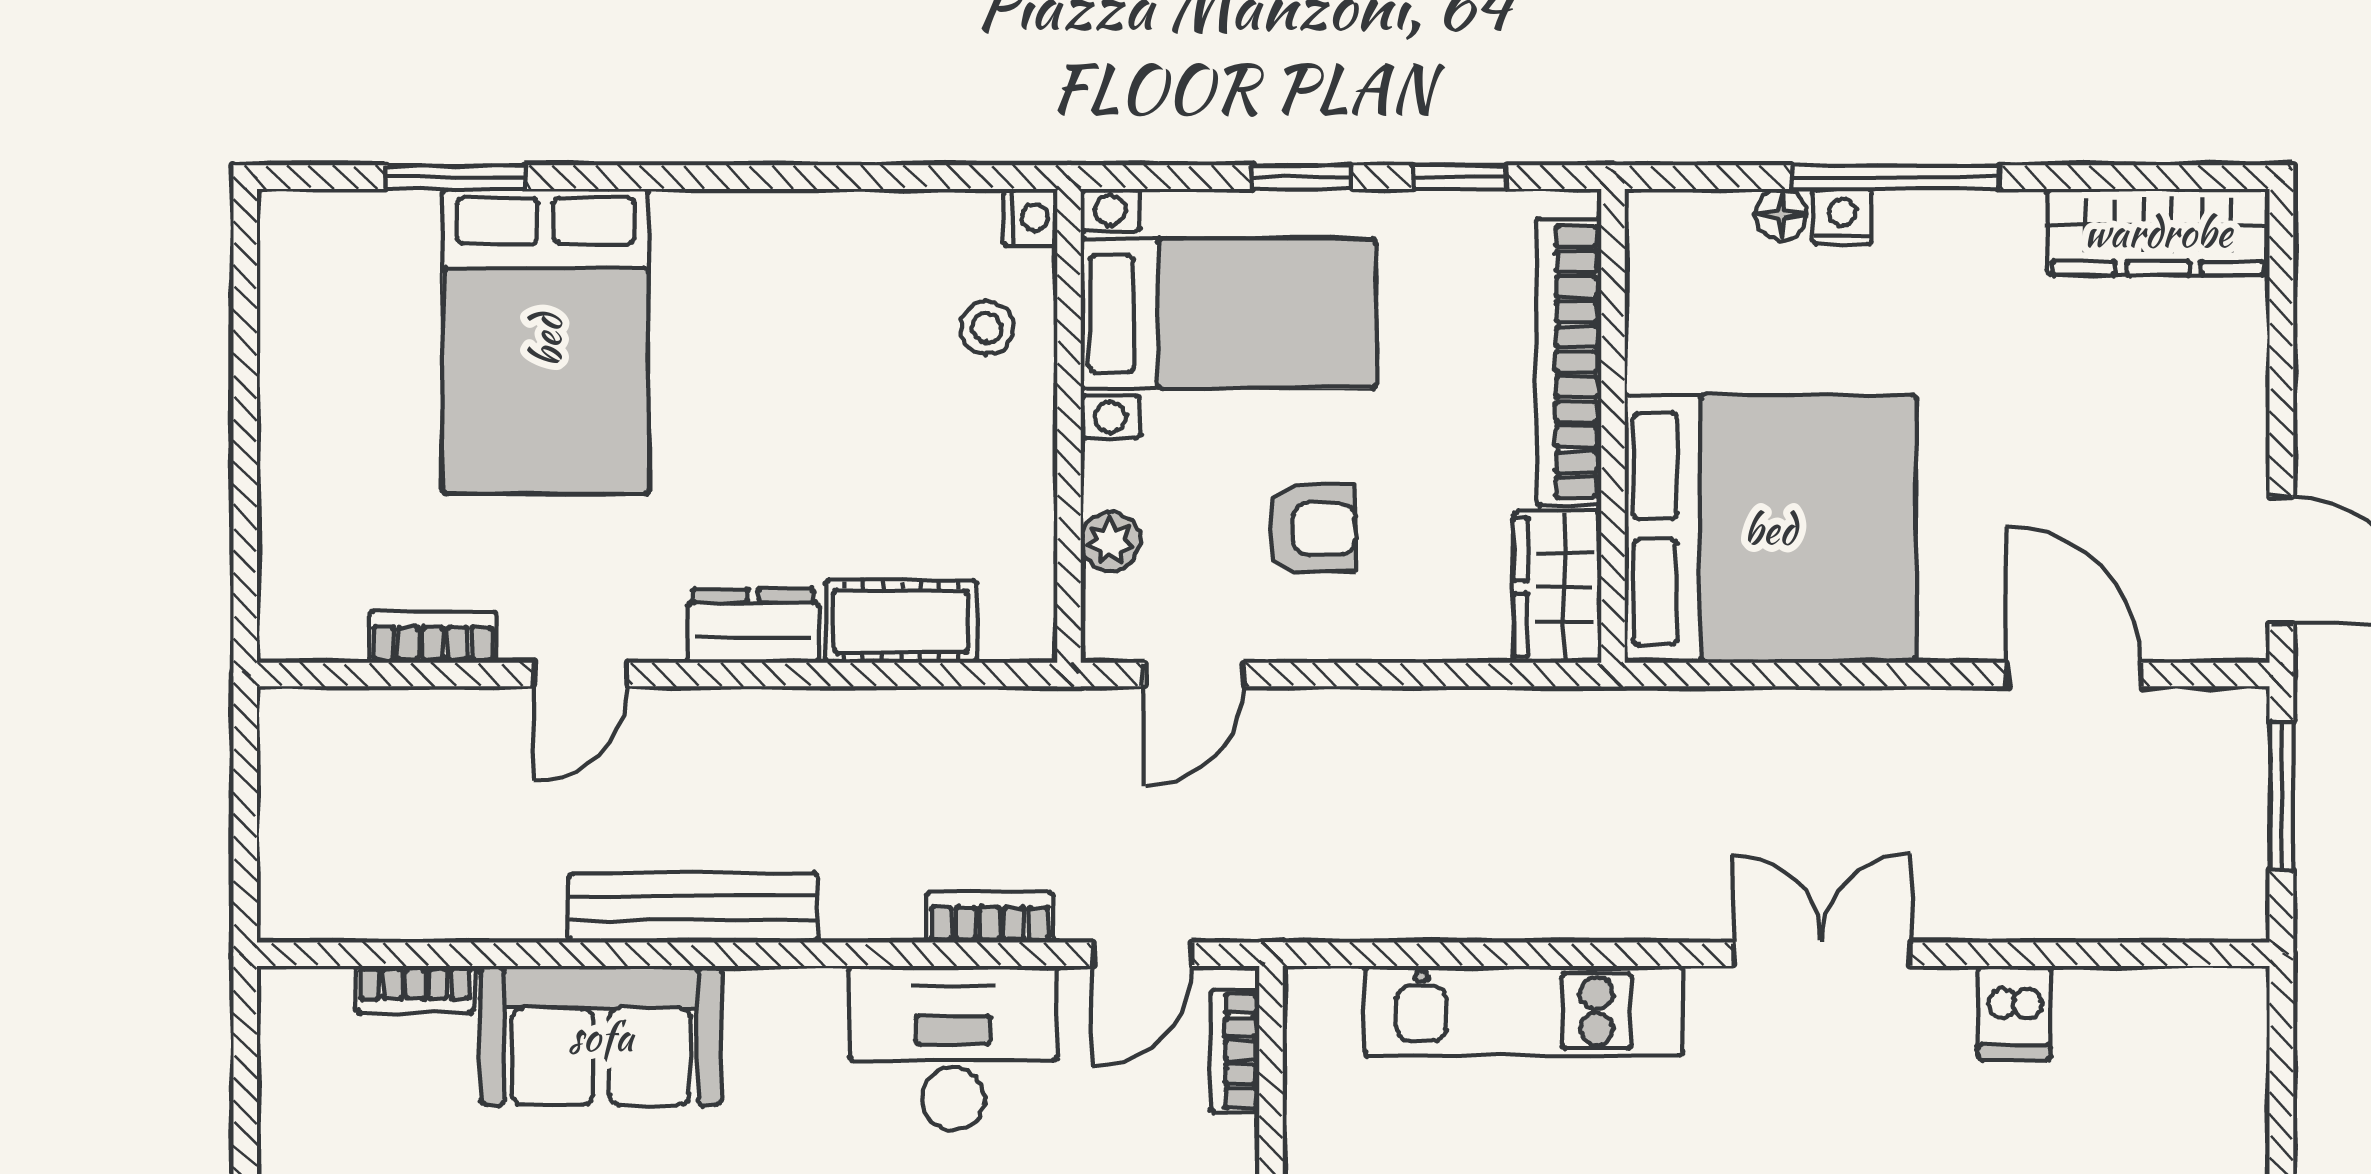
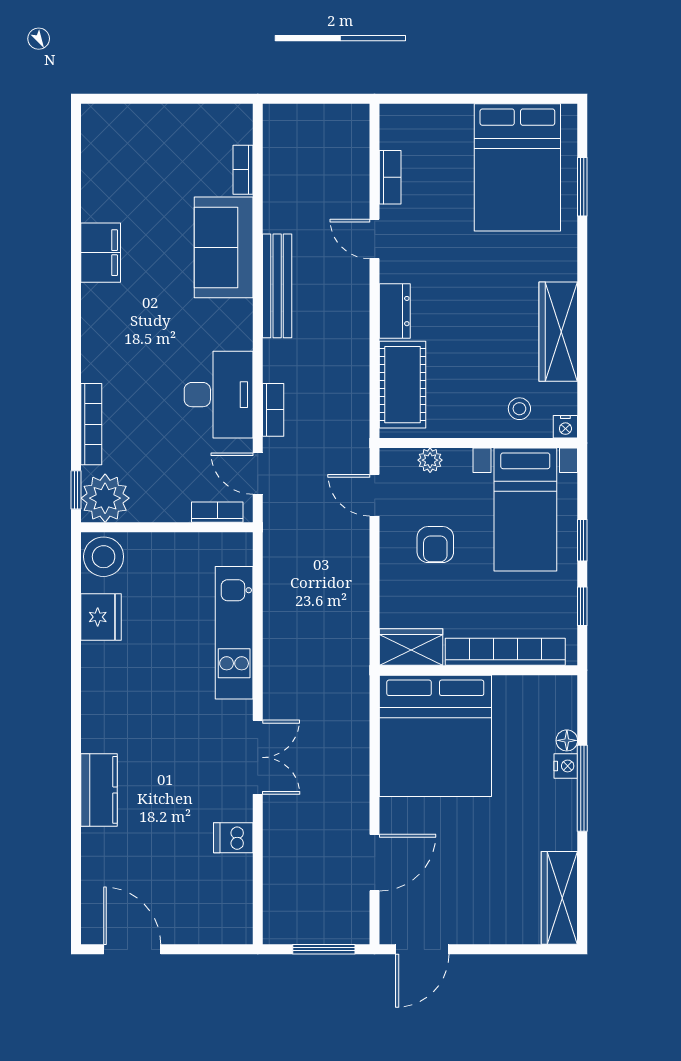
wardrobe: (802, 235) -> (558, 332), added
bed: (546, 341) -> (517, 167), moved, turned -90
cot: (901, 621) -> (403, 385), width x1.37, depth x1.34

